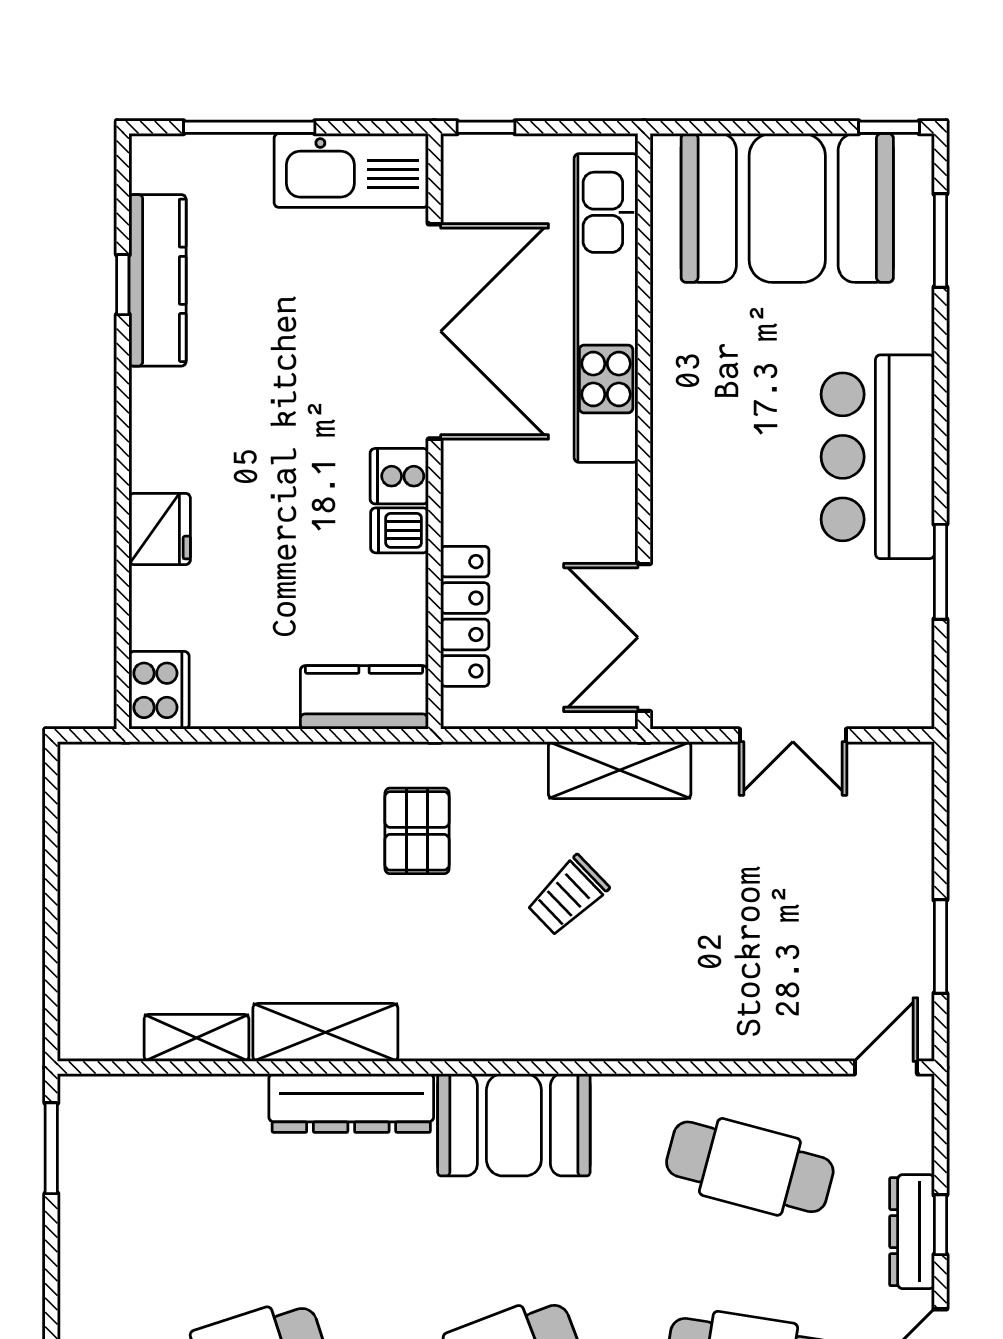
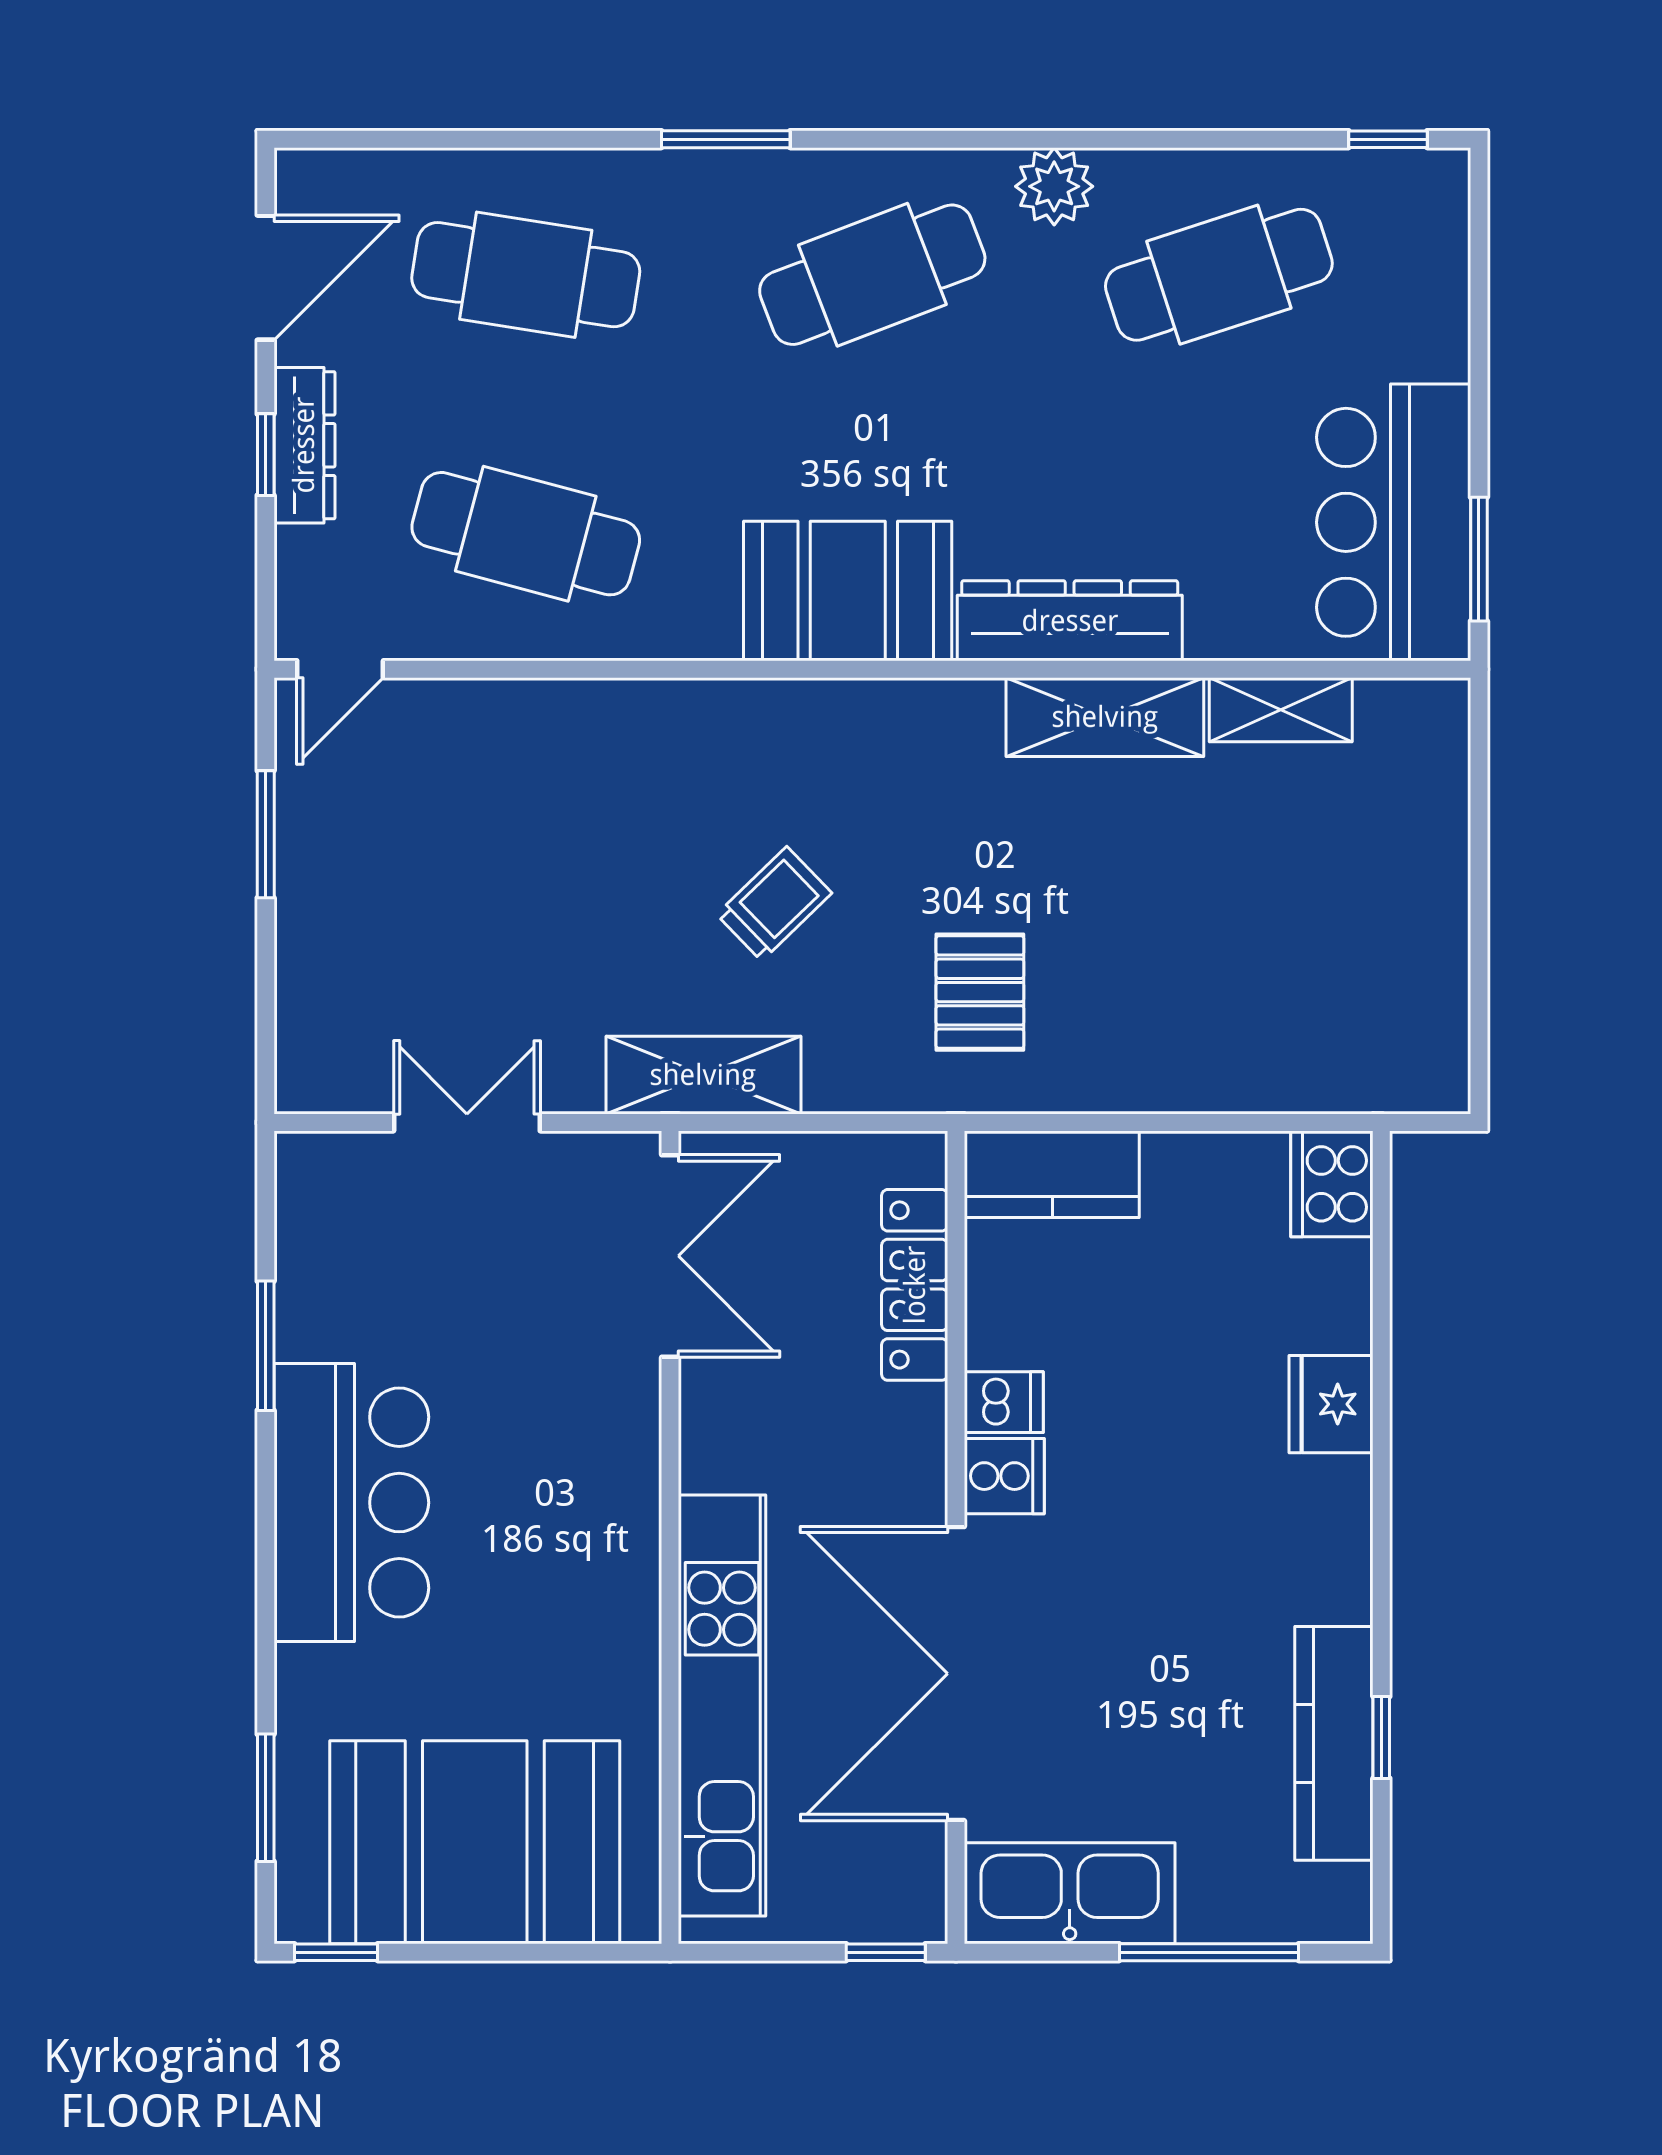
bar counter: (114, 1175) -> (1394, 522), added

